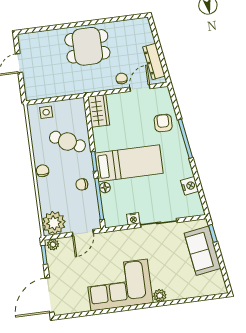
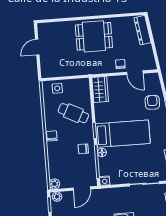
dresser: (154, 62) -> (143, 30), moved
door: (140, 88) -> (135, 73), swing flipped
nightstand: (133, 219) -> (105, 181), moved
plant: (54, 223) -> (54, 184), width x0.53, depth x0.53

